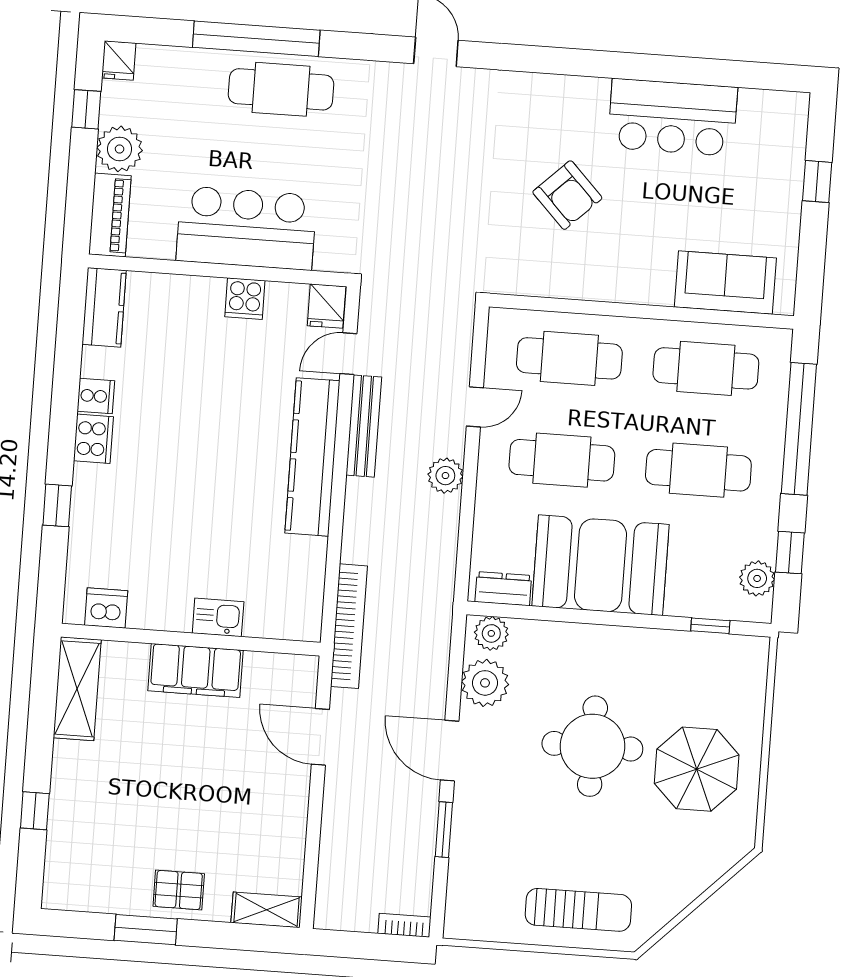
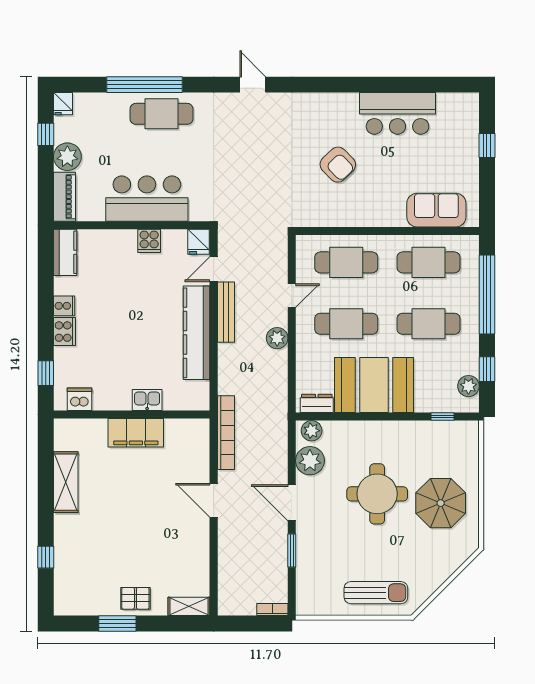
dishwasher: (106, 608) -> (80, 399), moved
kitchen sink: (218, 617) -> (147, 400), moved
wall: (191, 640) -> (132, 415), moved
filing cabinet: (195, 671) -> (136, 433), moved

